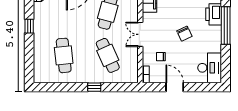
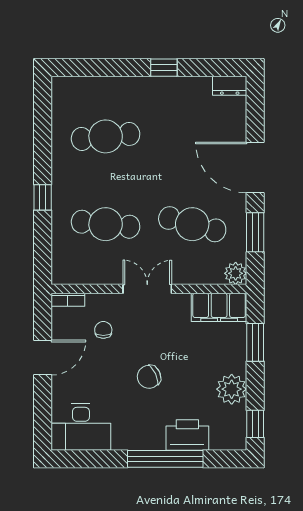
cafe table: (108, 55) -> (106, 224), turned 30

